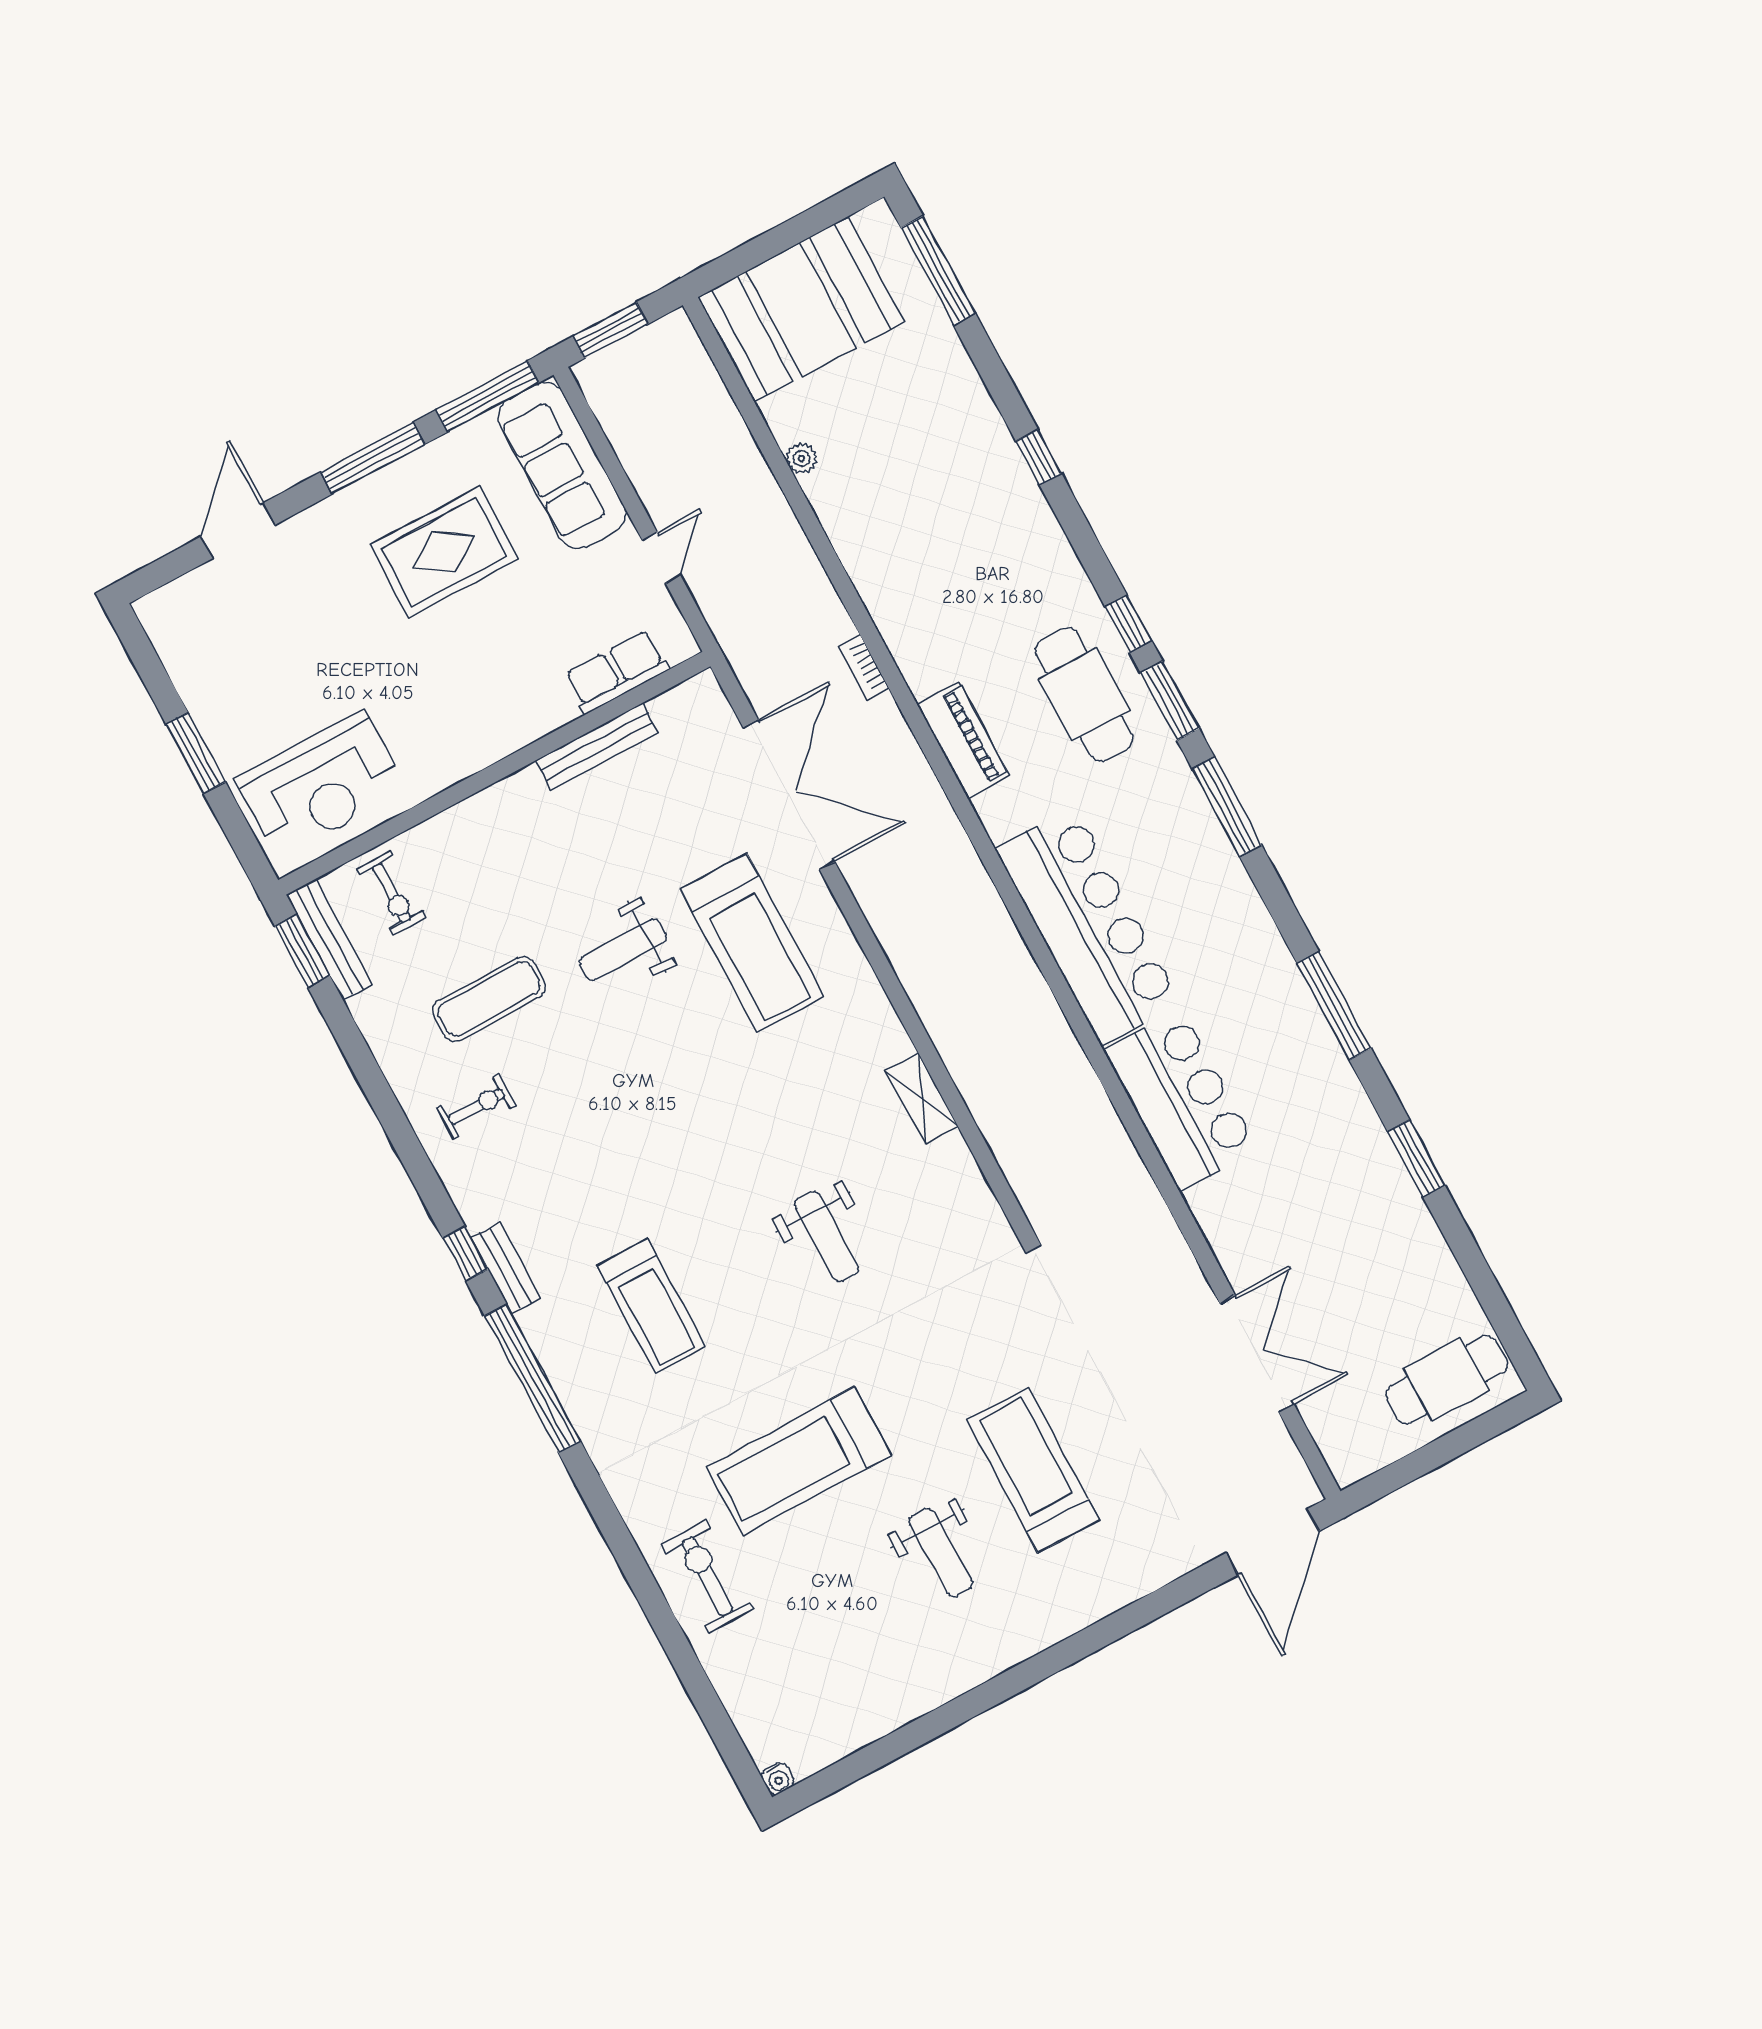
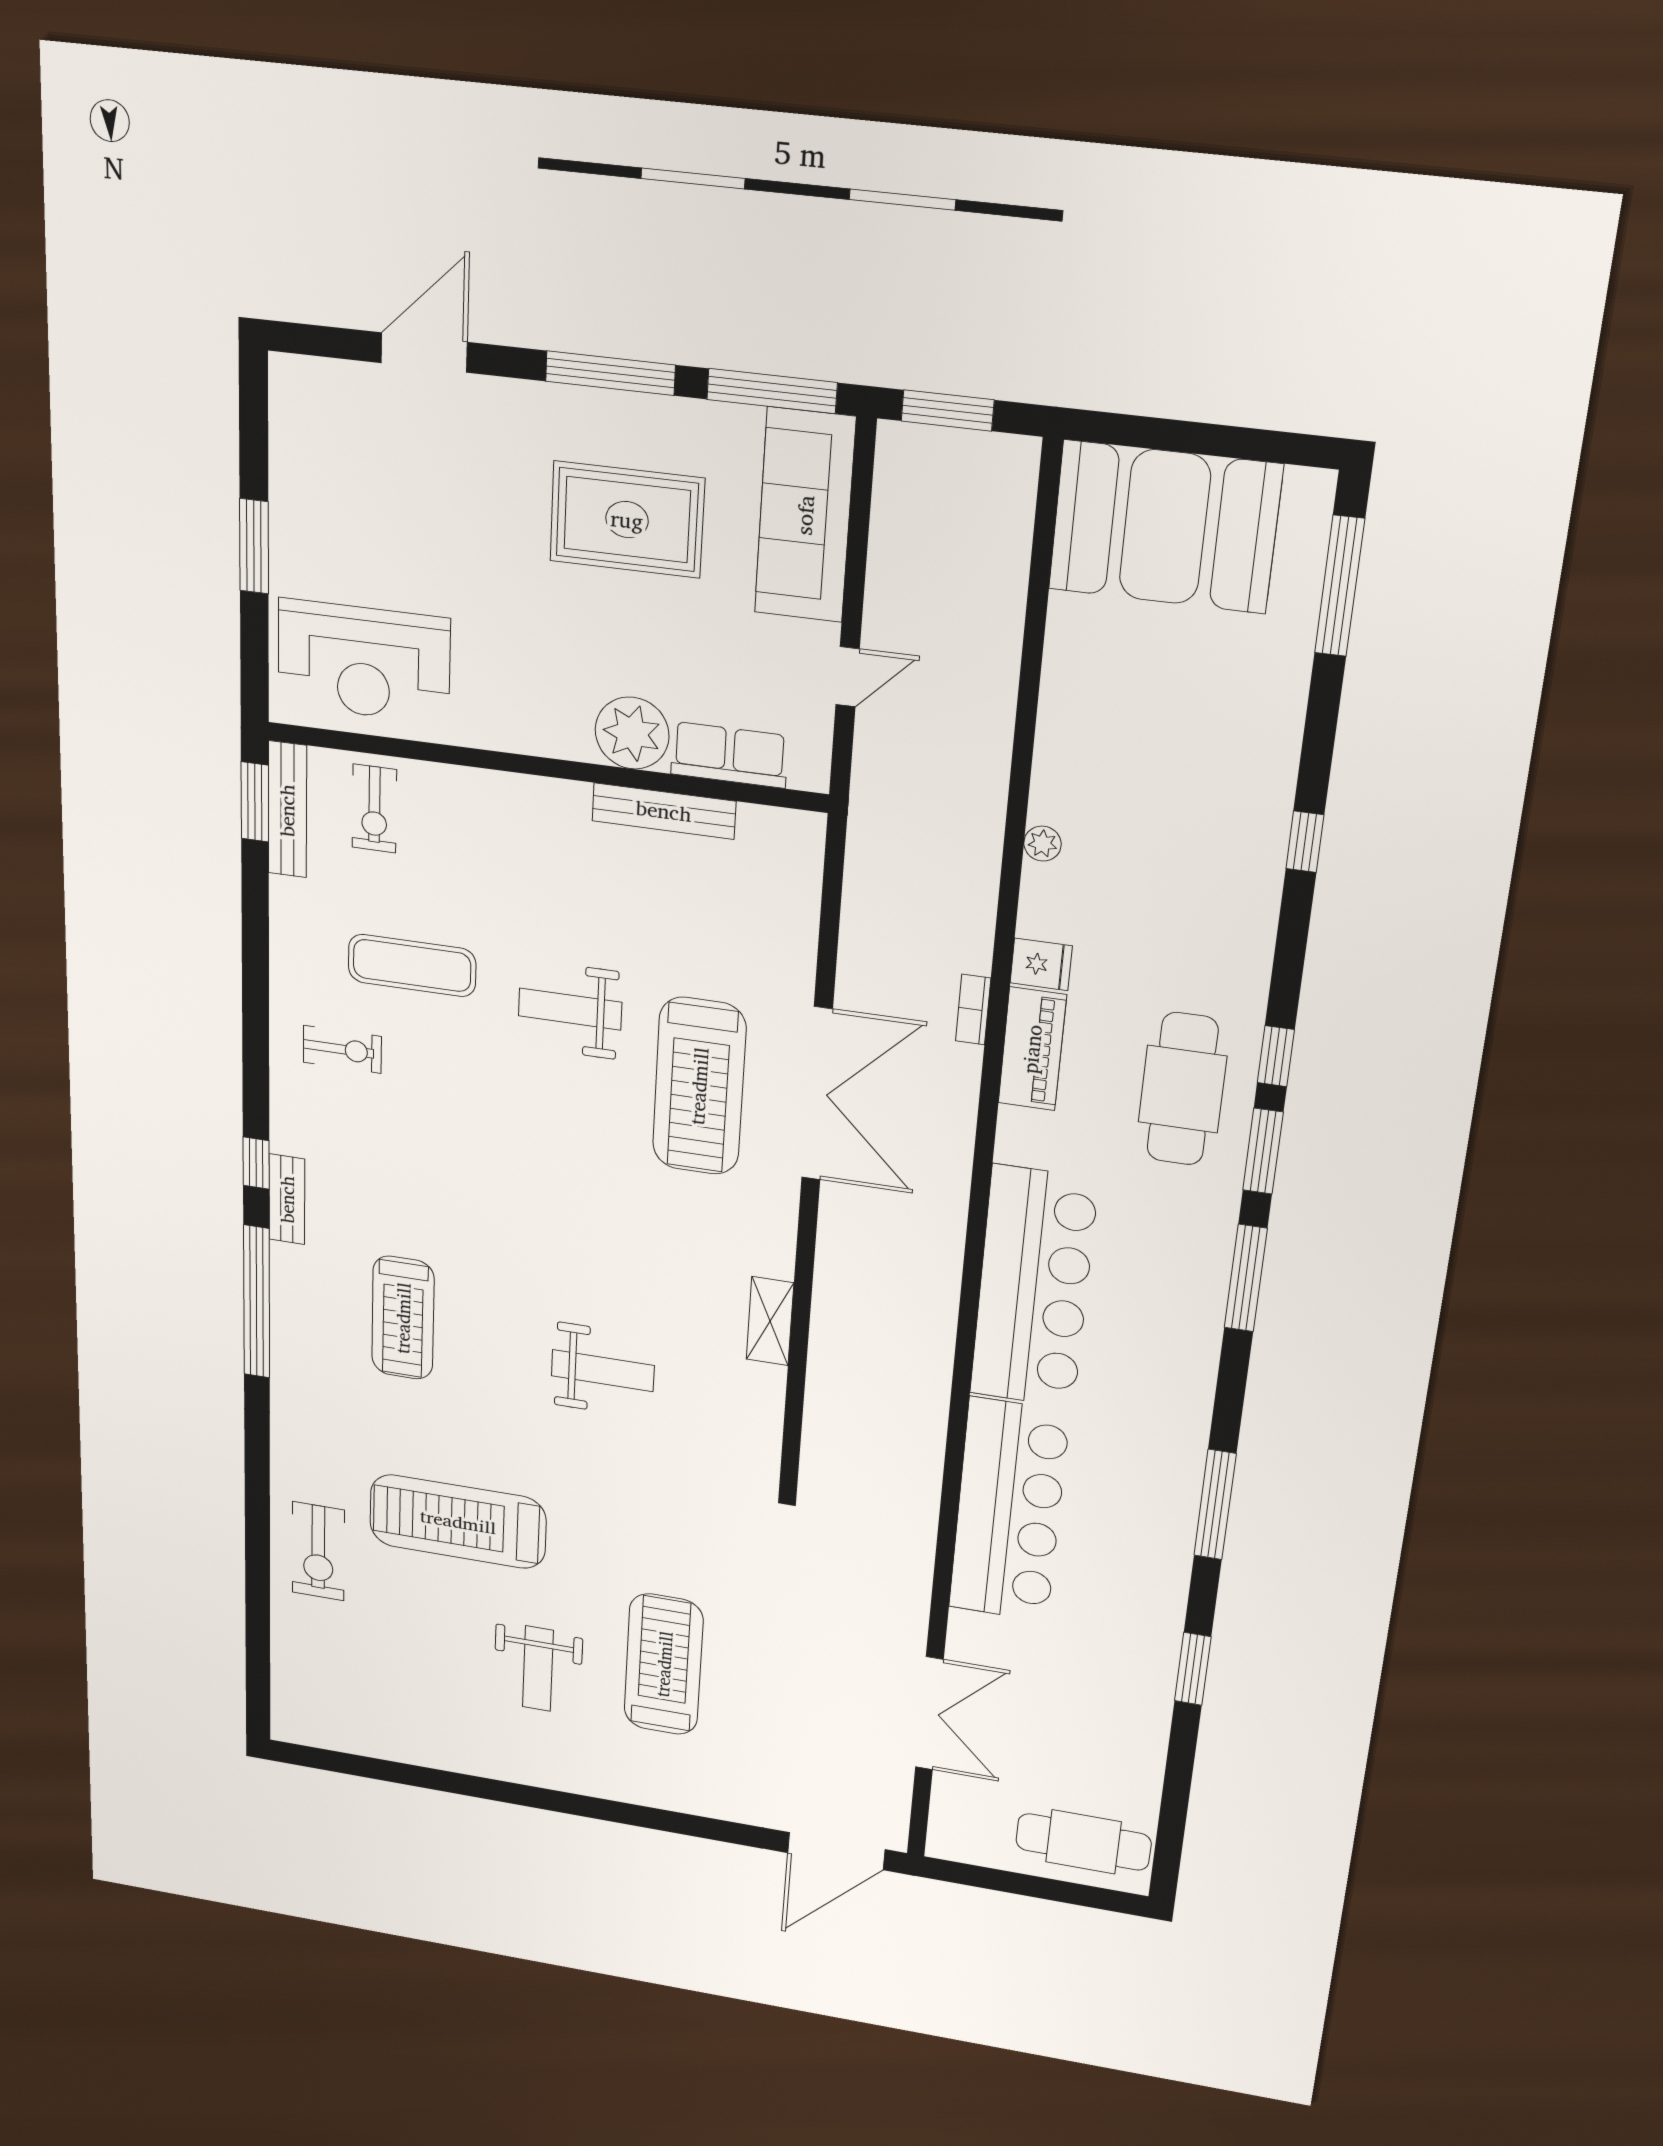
plant: (801, 458) -> (1042, 844), moved
bookcase: (864, 667) -> (973, 1009), moved
fridge: (927, 672) -> (1041, 964), added
plant: (540, 704) -> (632, 733), added
double door: (789, 795) -> (817, 1094), moved
bar counter: (1181, 1100) -> (1009, 1510), width x1.36
weight bench: (827, 1237) -> (603, 1371), turned -90
exercise bike: (707, 1577) -> (318, 1551), turned 180
water cooler: (778, 1779) -> (284, 1730), removed

